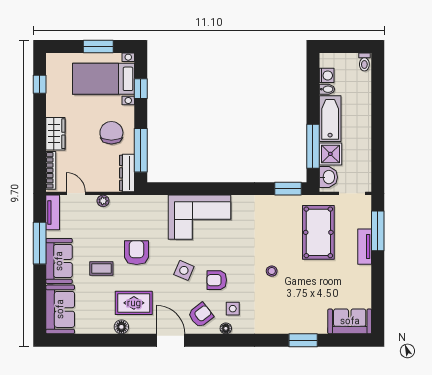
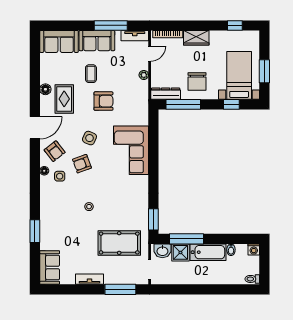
washing machine: (327, 75) -> (254, 249), moved
chair: (111, 133) -> (197, 81), turned 90
tv unit: (365, 247) -> (90, 279), moved
armchair: (217, 280) -> (82, 164), turned -110

